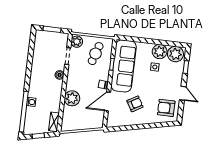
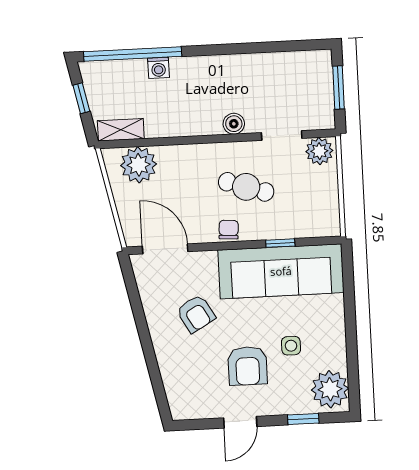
plant: (160, 52) -> (330, 351), removed
cafe table: (96, 54) -> (246, 187), moved
plant: (72, 98) -> (139, 165), moved
door: (107, 101) -> (165, 249), moved
armchair: (166, 108) -> (247, 366), moved, turned 180

